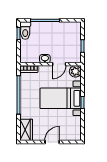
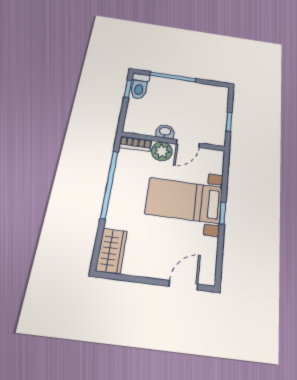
plant: (75, 71) -> (162, 151), moved
door: (52, 142) -> (183, 285), moved

